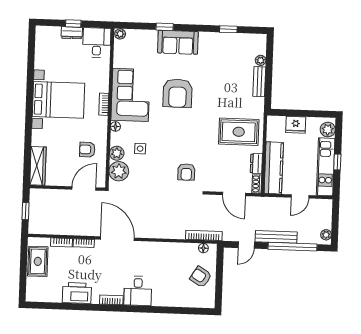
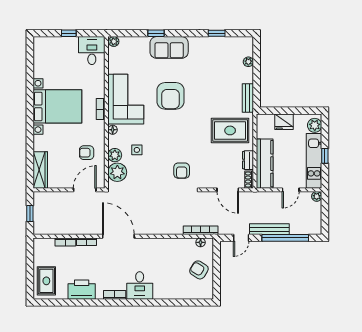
dresser: (72, 33) -> (68, 42), removed
bench: (259, 82) -> (248, 98), moved
plant: (326, 235) -> (317, 196), moved
rug: (38, 261) -> (46, 281), moved

